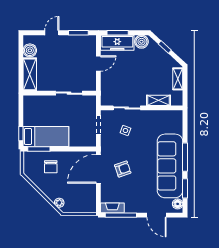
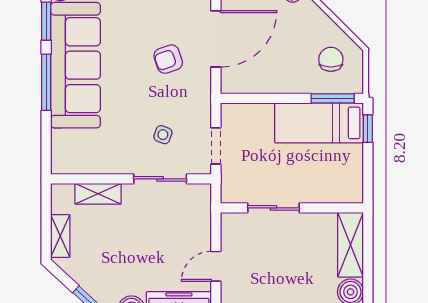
chair: (51, 167) -> (331, 59), moved
door: (98, 169) -> (216, 39), moved

